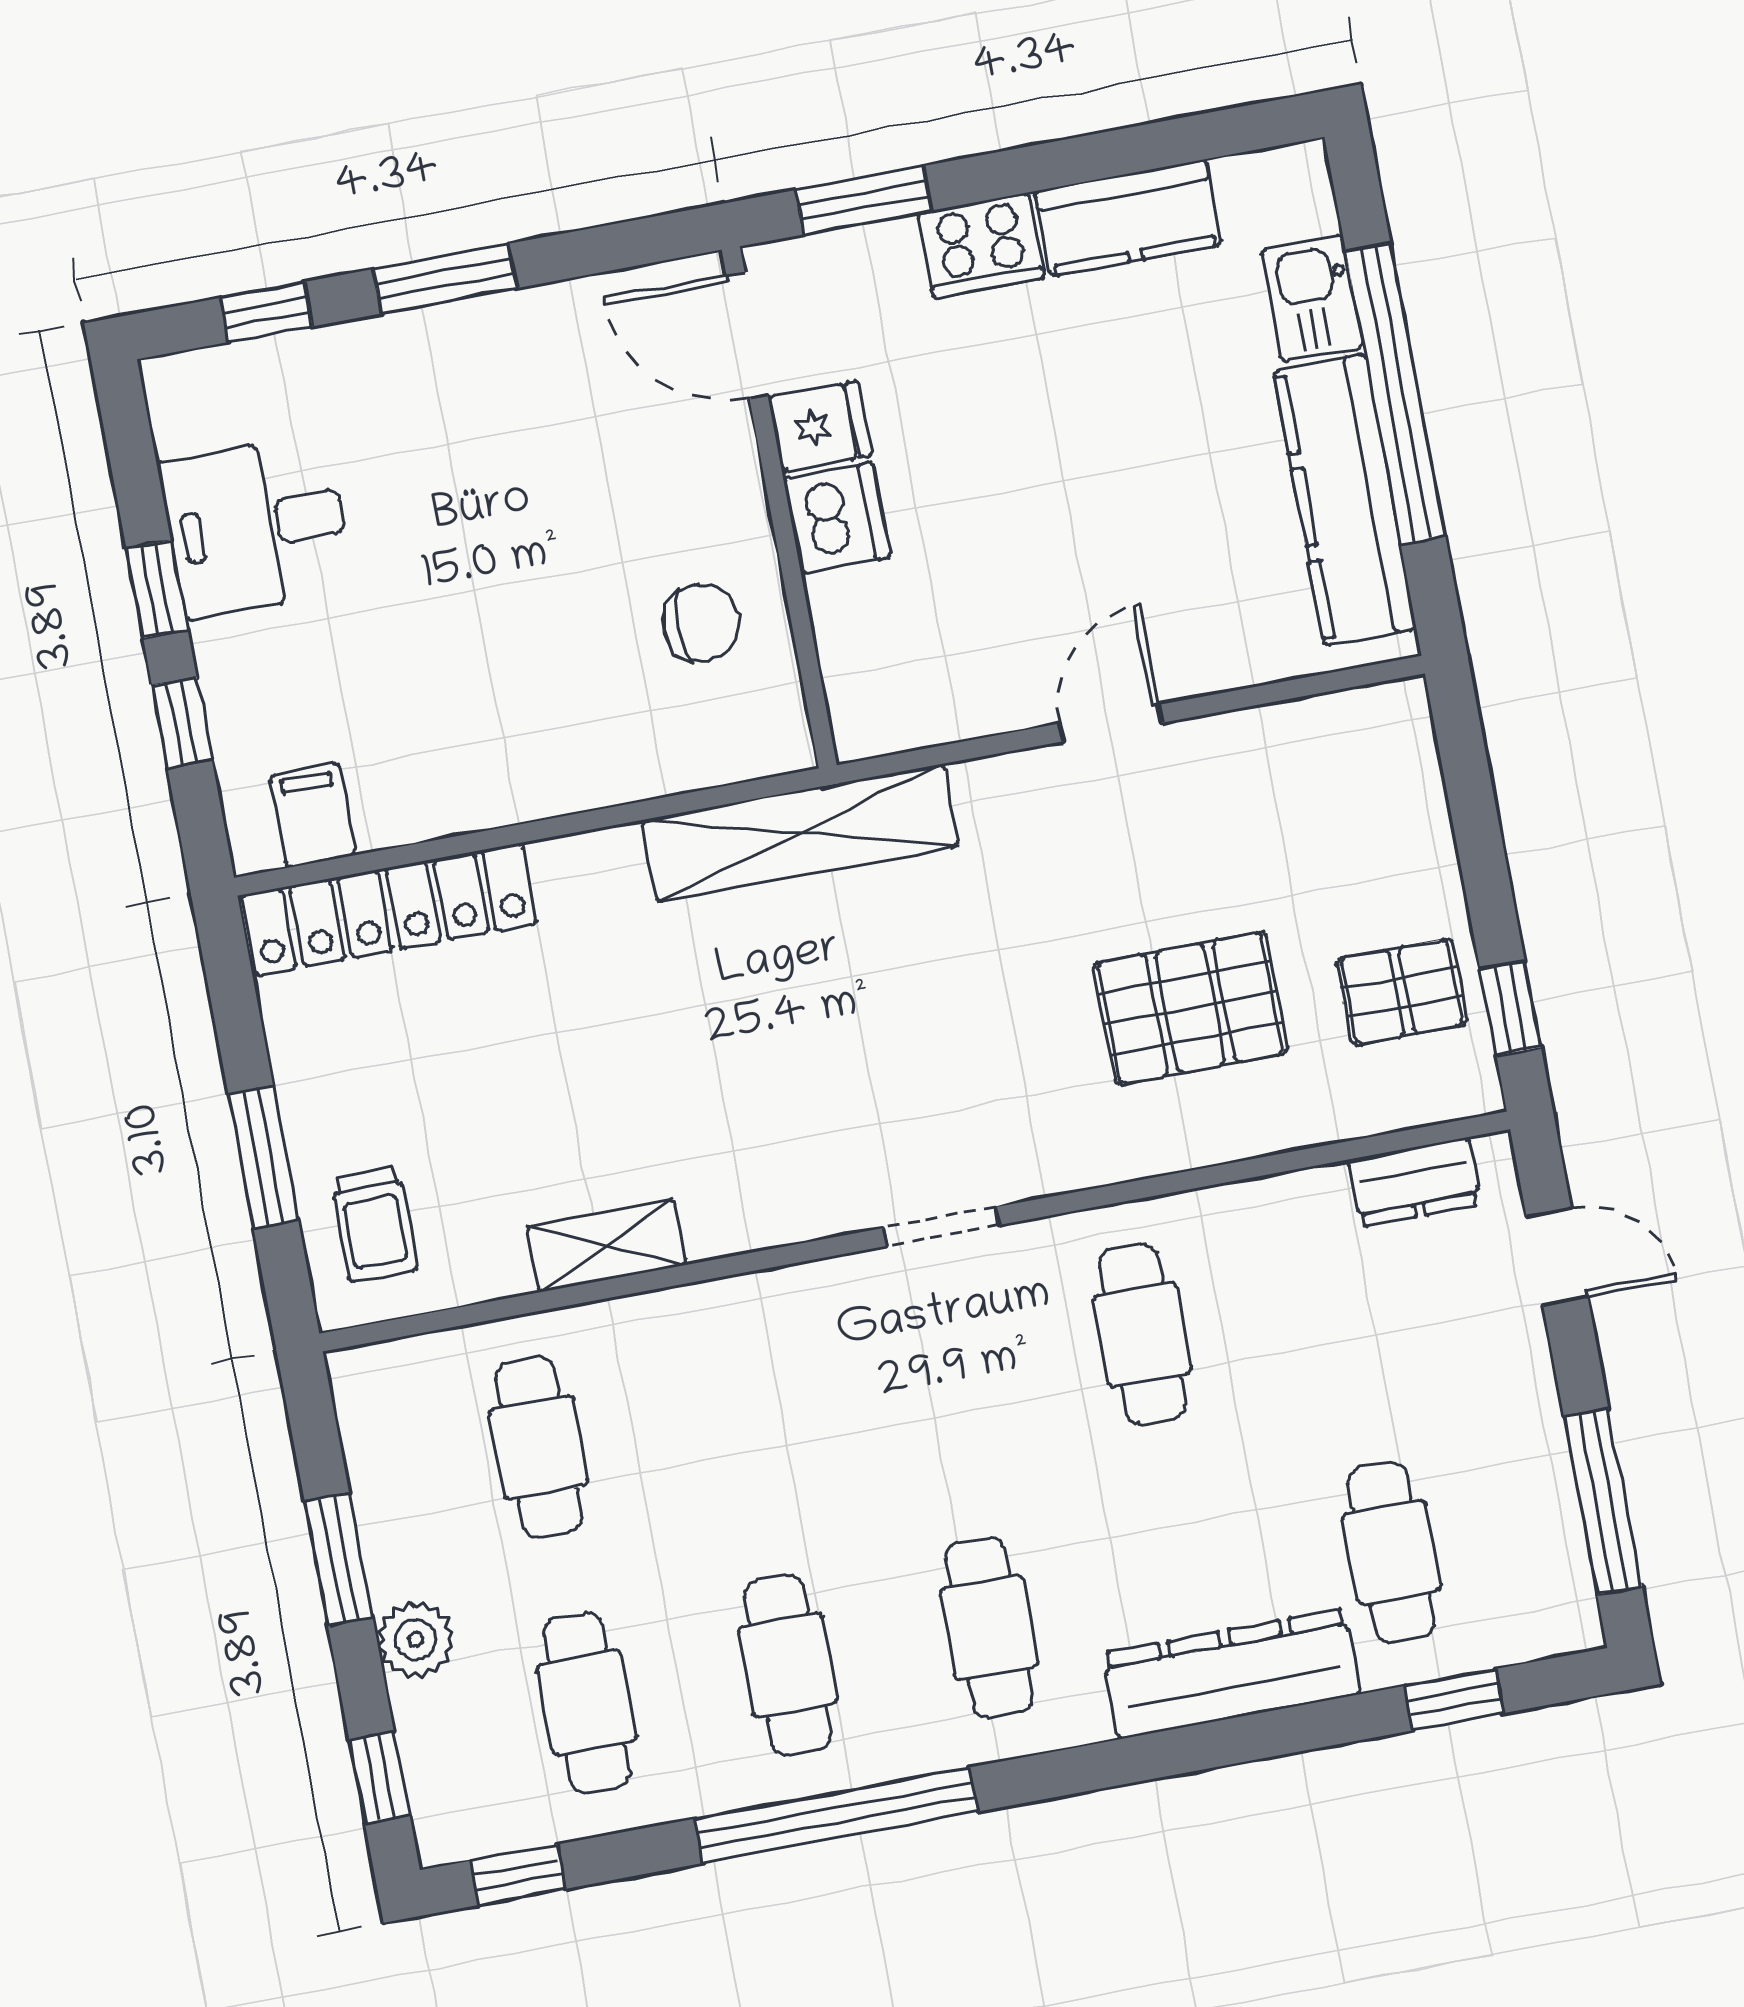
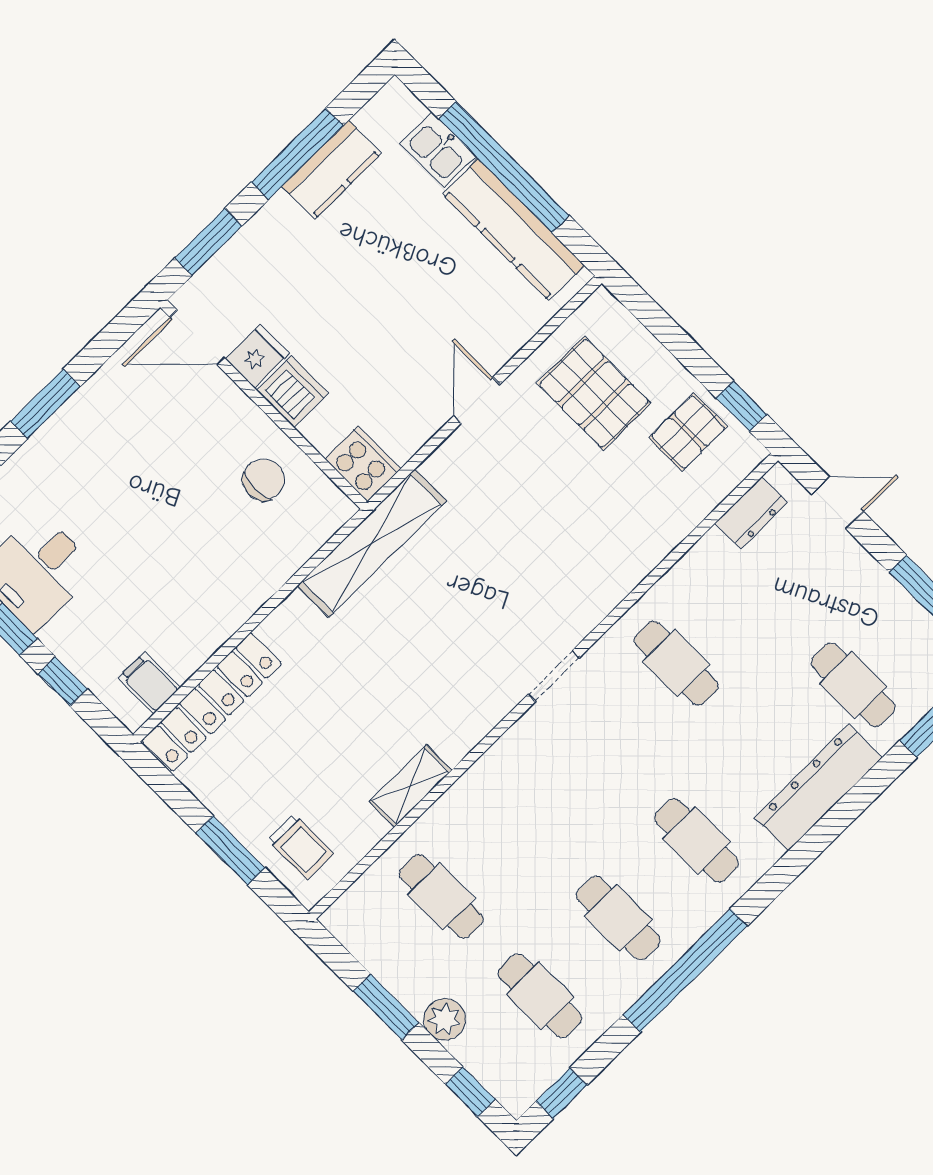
window: (1092, 158) -> (297, 154), added
cooker: (981, 246) -> (363, 464), moved, turned -90
pallet: (1190, 1008) -> (594, 393), moved, turned 90

